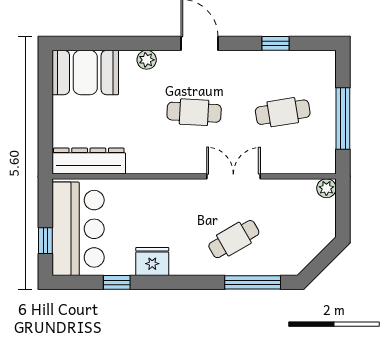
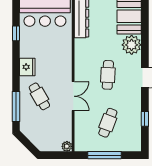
plant: (147, 60) -> (132, 45), width x1.88, depth x1.88
cafe table: (283, 112) -> (108, 123), turned 30
fridge: (152, 261) -> (27, 67), moved

